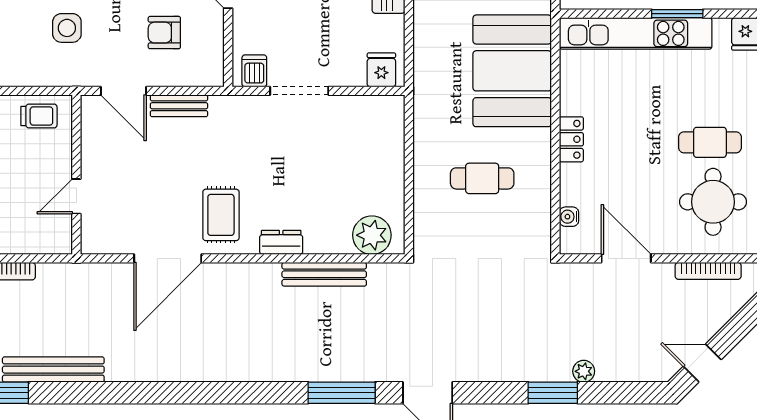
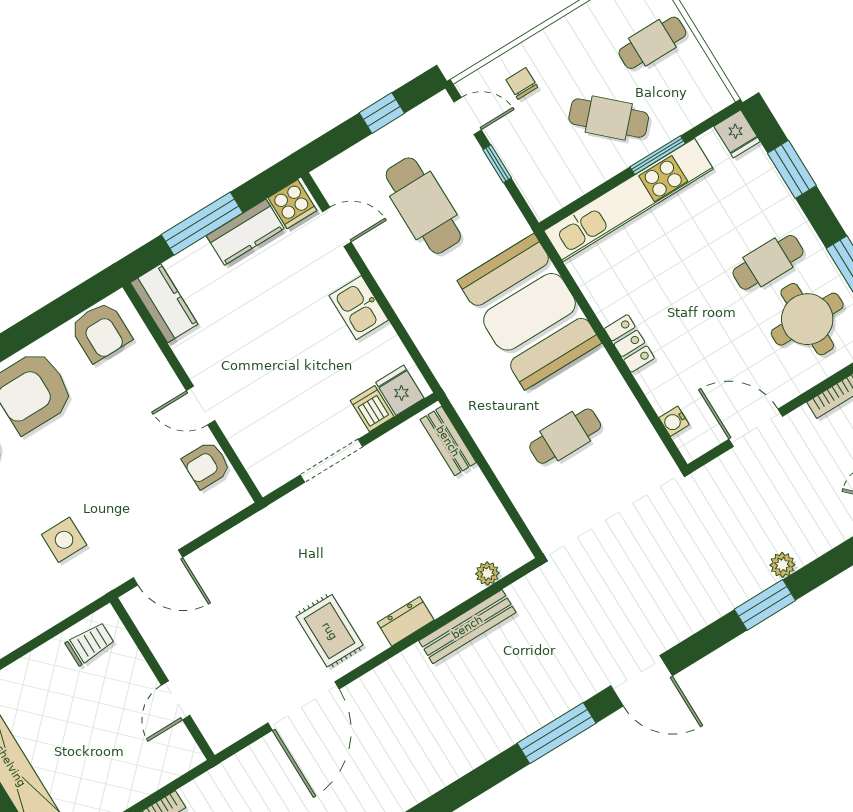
armchair: (164, 33) -> (206, 465), moved
dishwasher: (254, 71) -> (372, 409), moved
bench: (179, 106) -> (448, 441), moved, turned 90
plant: (372, 235) -> (487, 573), width x0.53, depth x0.53

